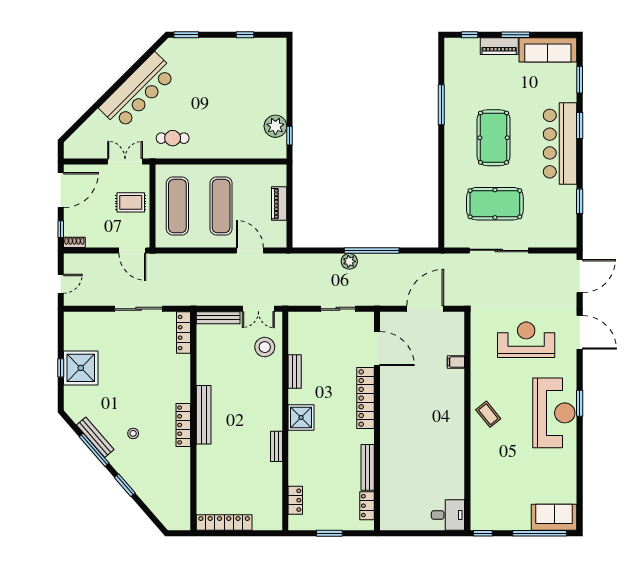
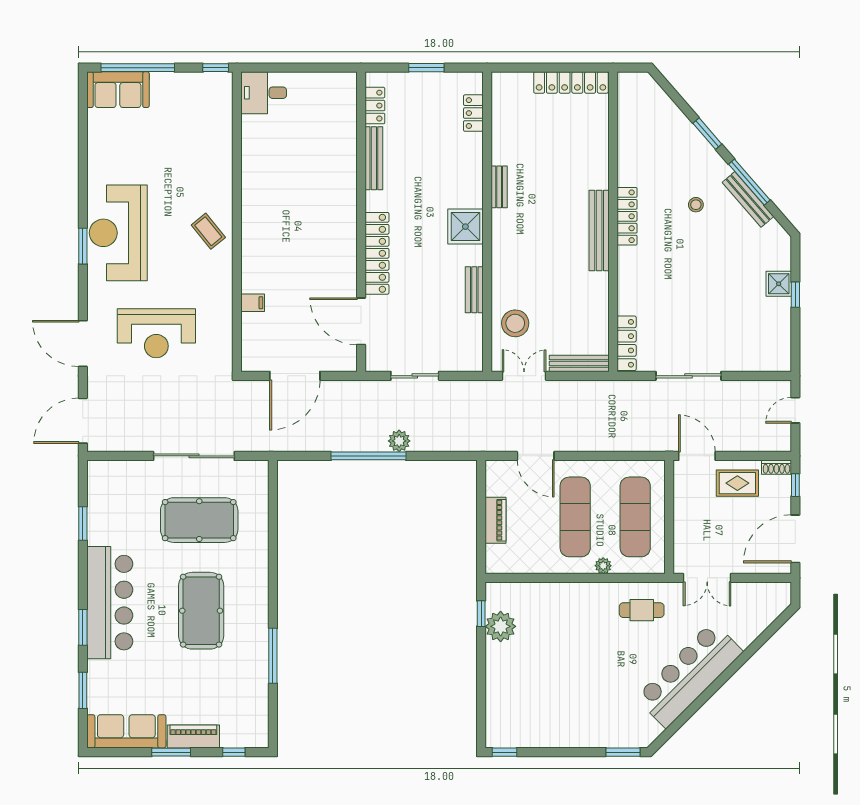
window: (245, 35) -> (504, 752), moved
plant: (201, 170) -> (603, 566), added
rug: (131, 202) -> (737, 483), moved
shower: (81, 368) -> (779, 284), width x0.54, depth x0.54

